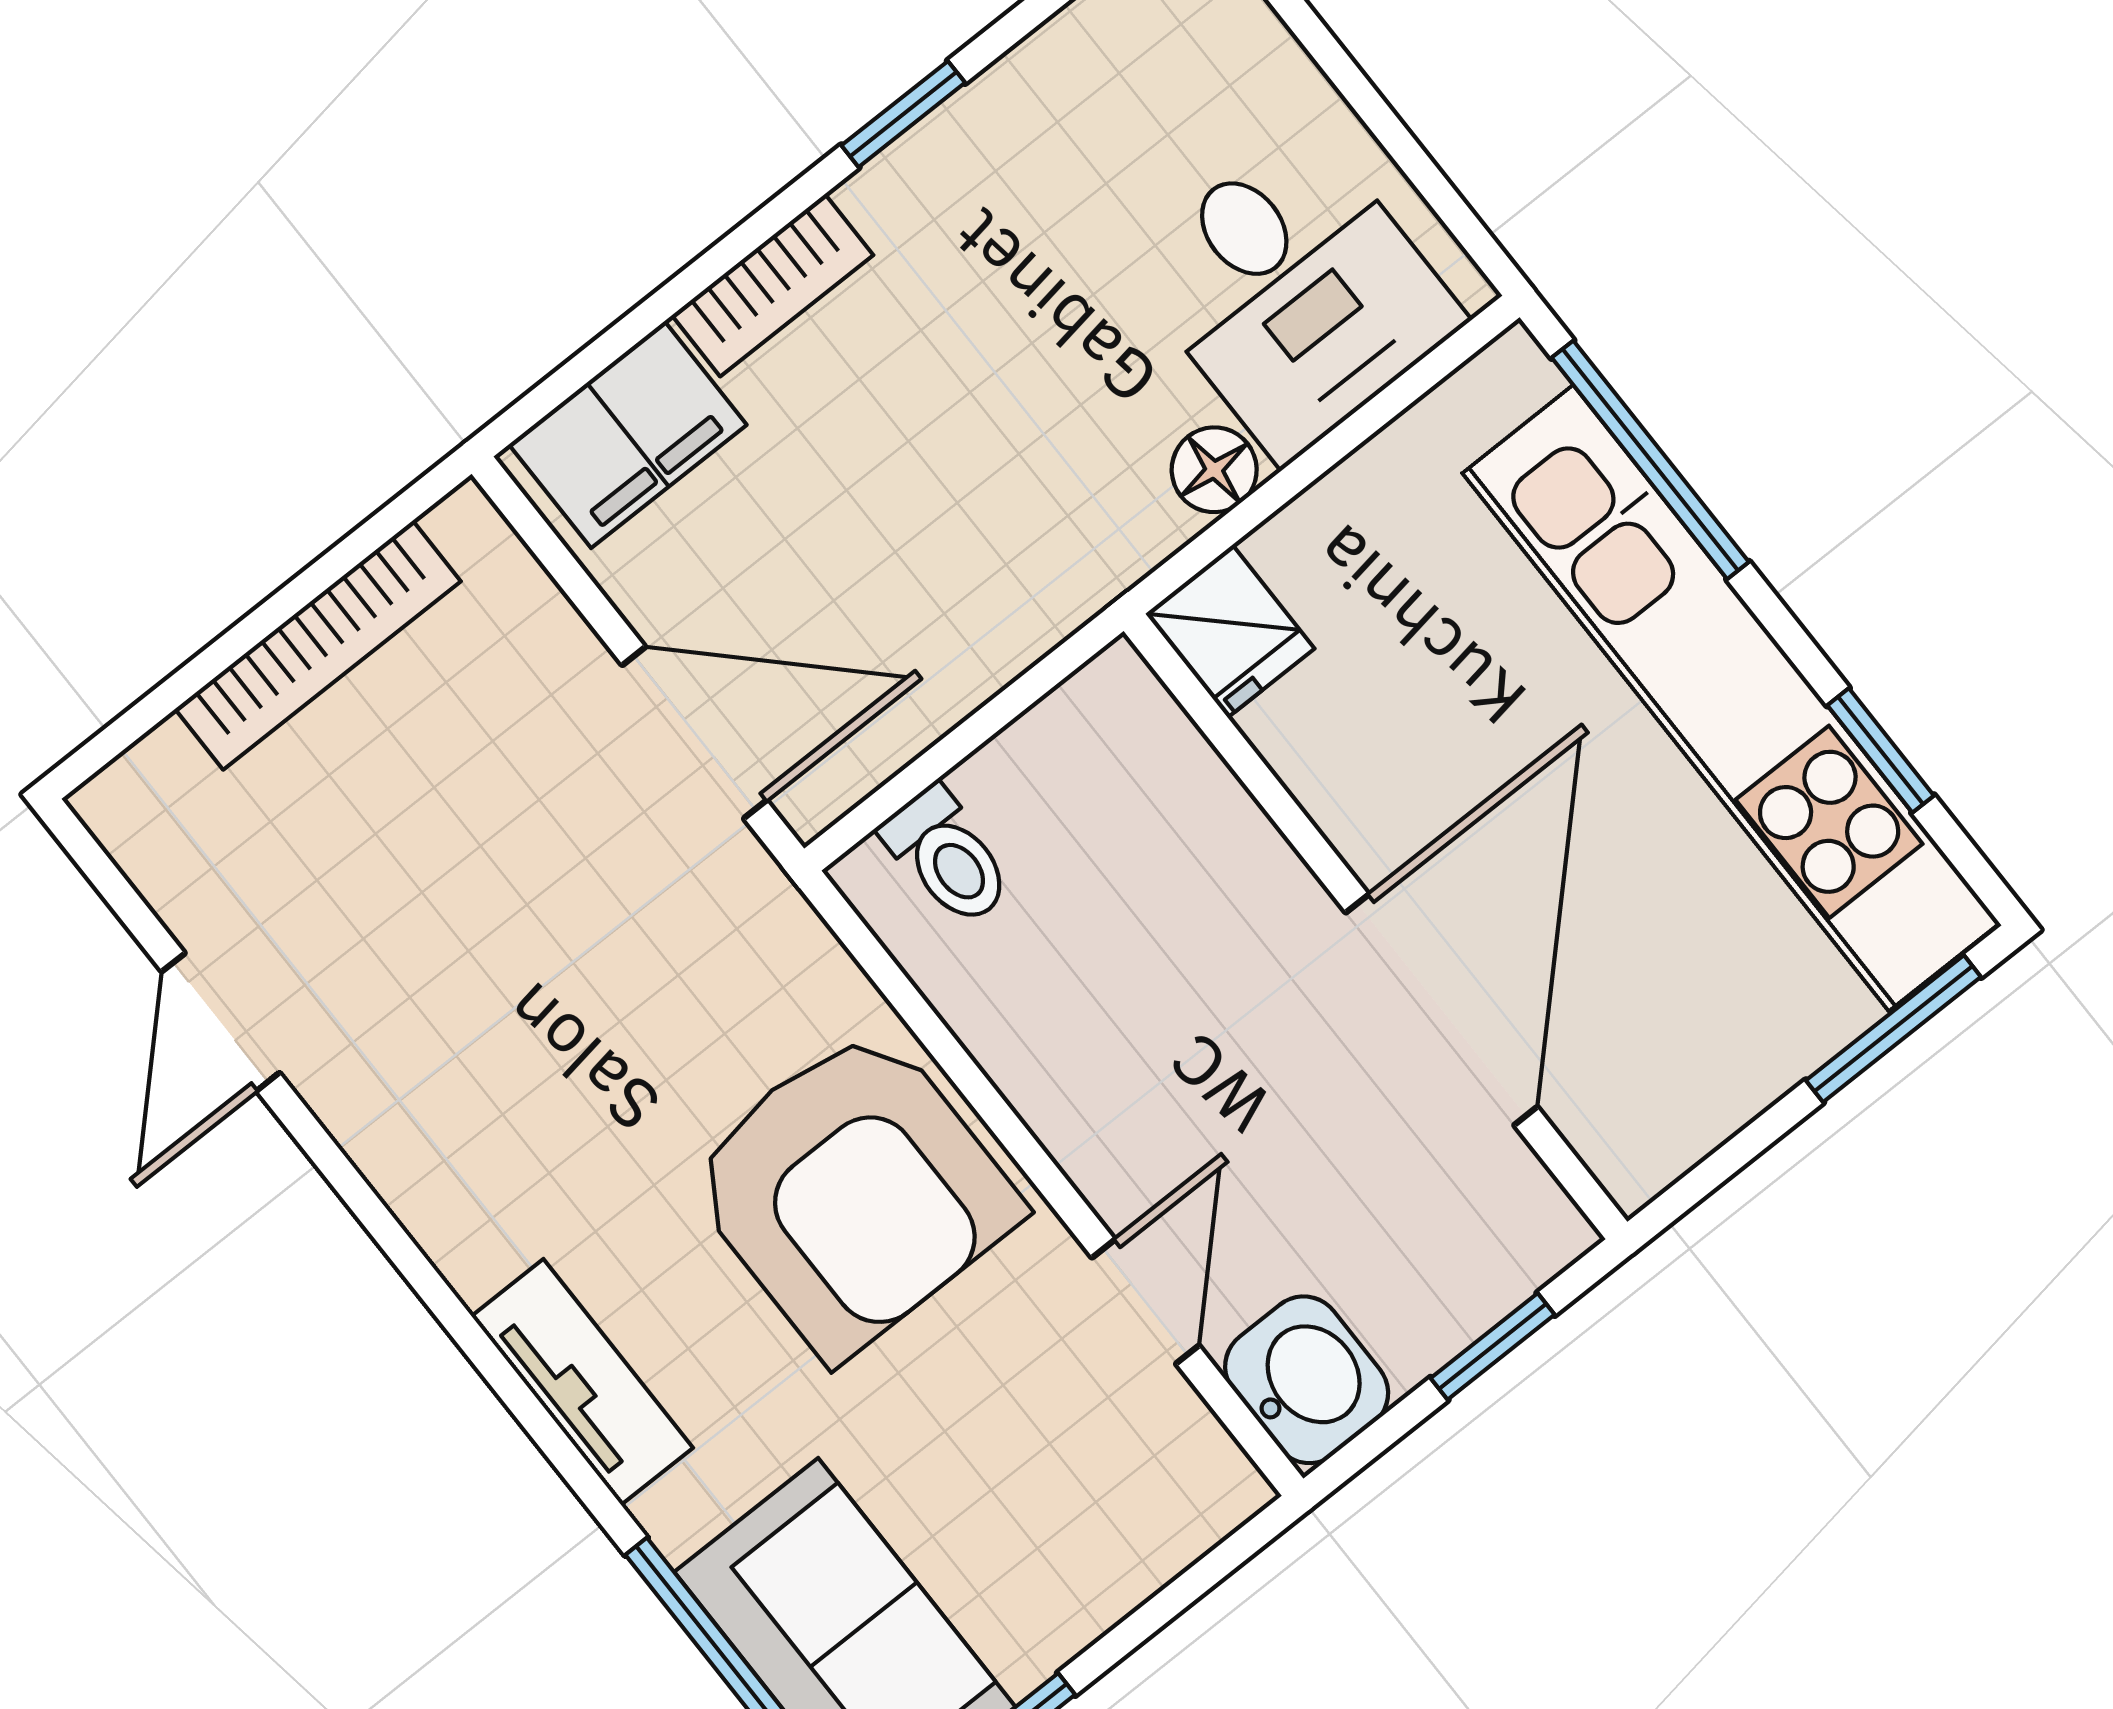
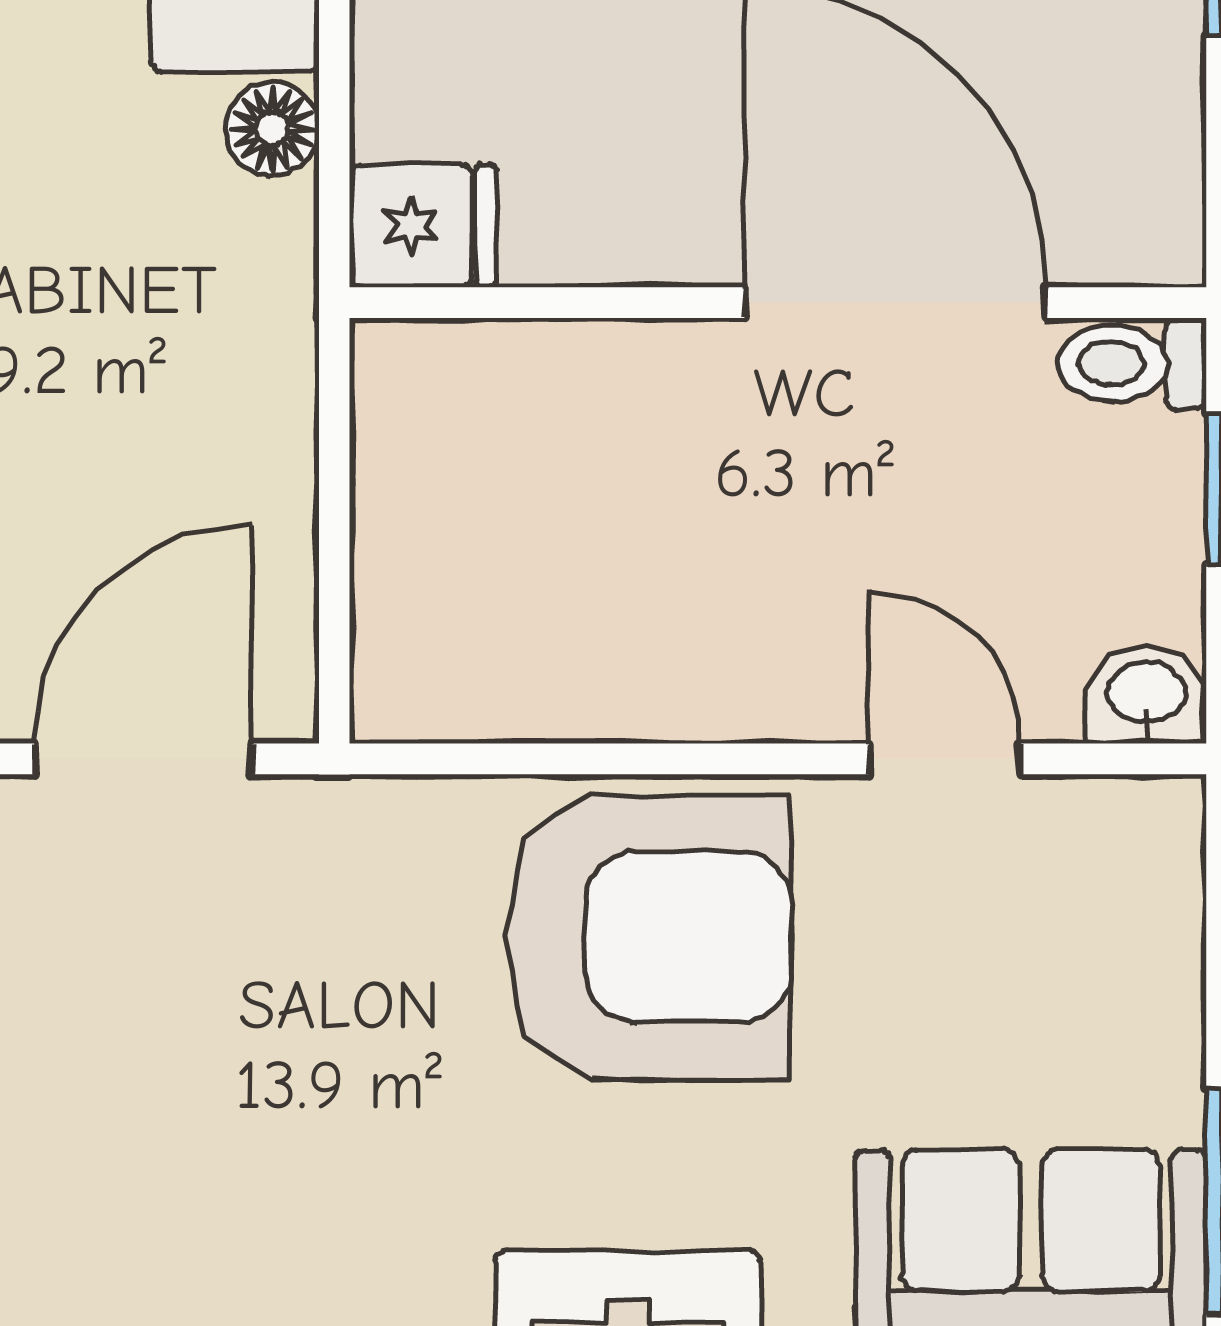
toilet: (947, 856) -> (1132, 363), moved, turned 180
washbasin: (1307, 1380) -> (1146, 695), width x0.72, depth x0.69

